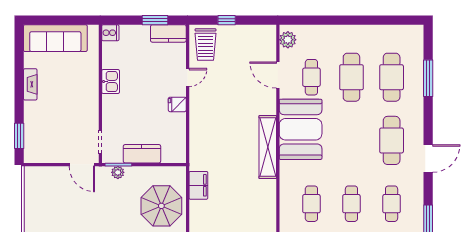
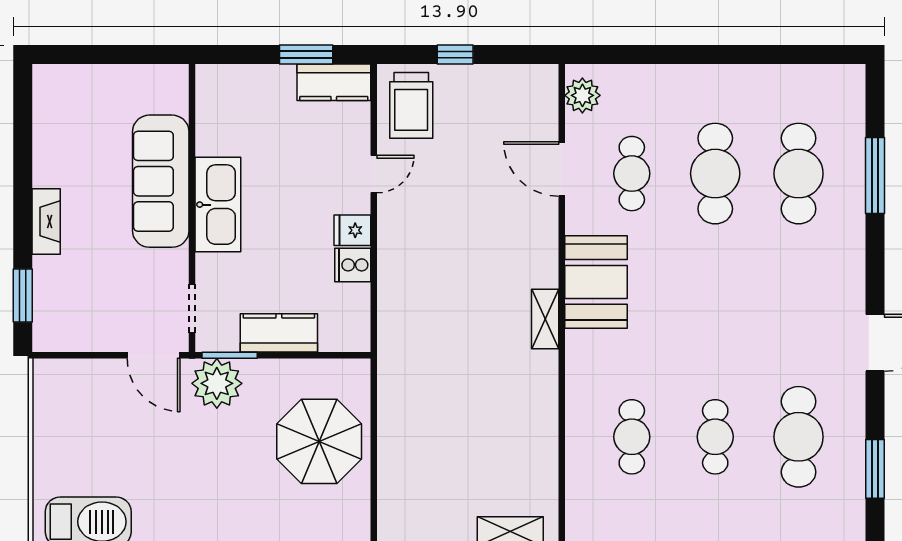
cooker: (110, 33) -> (353, 265), moved, turned 180
sofa: (55, 38) -> (161, 181), moved, turned 90
kitchen sink: (111, 82) -> (218, 205), width x1.88, depth x1.24
fireplace: (30, 84) -> (46, 222), moved
booth: (301, 129) -> (596, 282), width x0.73, depth x0.70
cafe table: (392, 140) -> (799, 305), removed
shelving: (268, 147) -> (545, 319), width x0.45, depth x0.75
plant: (118, 172) -> (217, 383), width x1.88, depth x1.88
filing cabinet: (198, 185) -> (396, 399), removed
cafe table: (392, 204) -> (799, 437), width x1.37, depth x1.35

